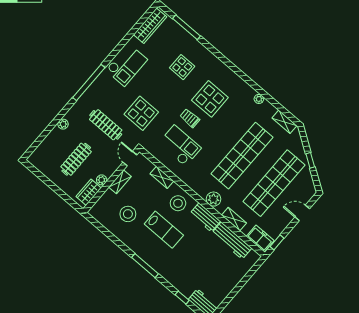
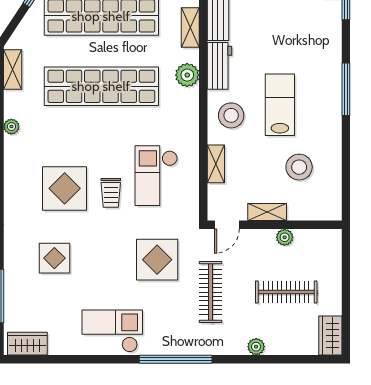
wardrobe: (150, 26) -> (27, 344), width x0.67
wardrobe: (89, 192) -> (330, 336), moved, turned 90

